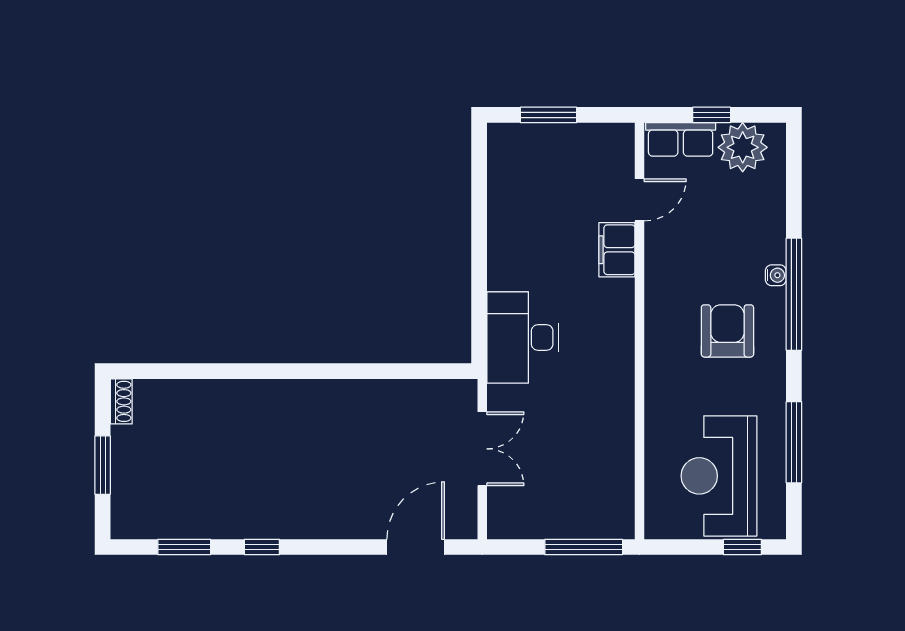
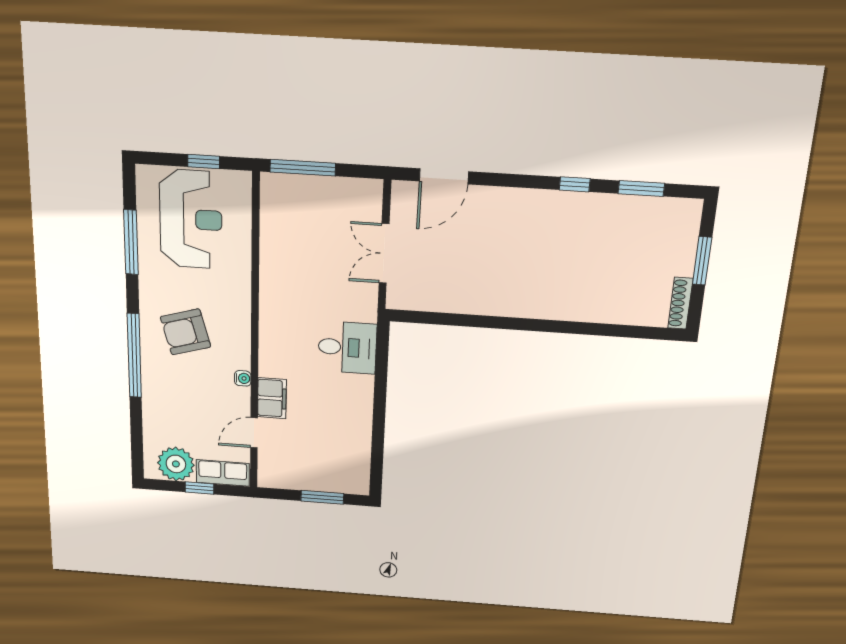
water cooler: (776, 275) -> (243, 378), moved, turned 180
armchair: (727, 331) -> (186, 332), turned 74
desk: (523, 337) -> (347, 347), width x0.73
shoe rack: (121, 401) -> (680, 303), width x1.43
window: (742, 547) -> (204, 162), moved

